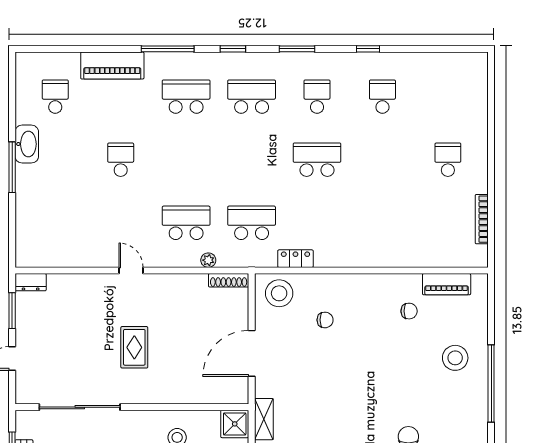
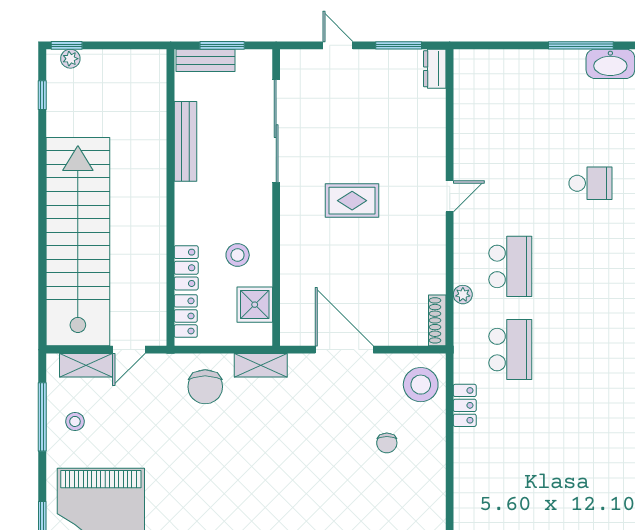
school desk: (317, 160) -> (590, 433), removed
shower: (235, 424) -> (255, 305), moved

